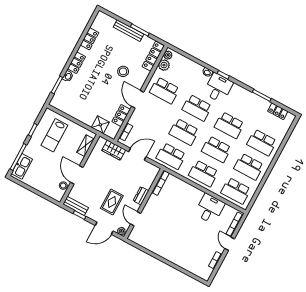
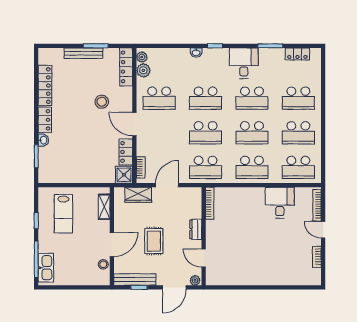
locker: (89, 39) -> (45, 86), width x1.53
desk: (218, 88) -> (244, 63), moved
shower: (100, 125) -> (124, 175), moved
door: (77, 175) -> (112, 244), swing flipped
rug: (112, 202) -> (154, 241), moved
bench: (76, 206) -> (135, 280), width x1.36

